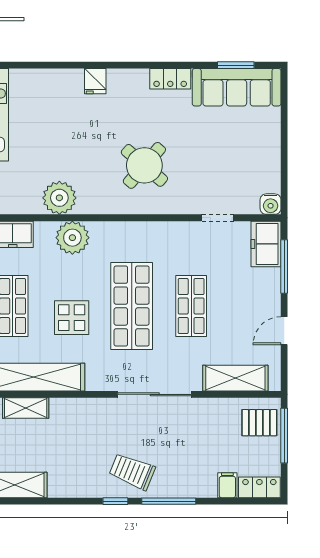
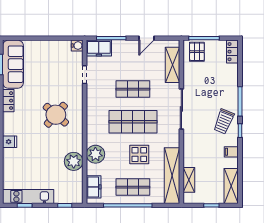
door: (284, 331) -> (147, 38), hinge flipped
filing cabinet: (227, 485) -> (231, 152), moved

